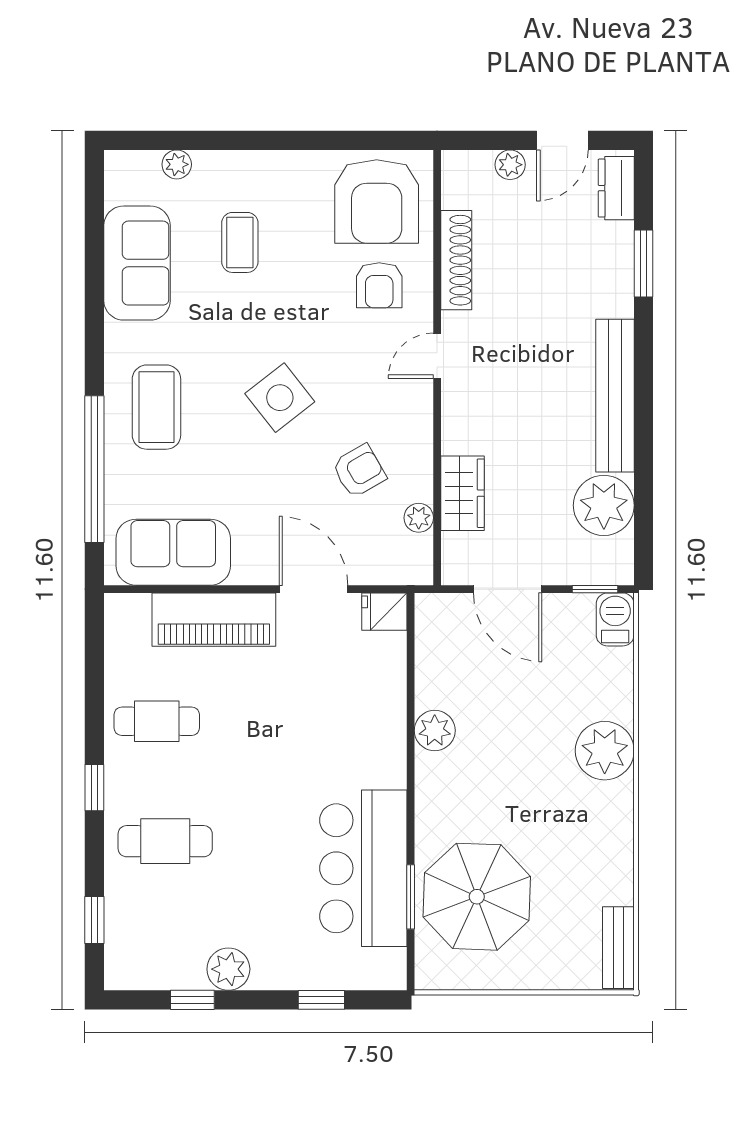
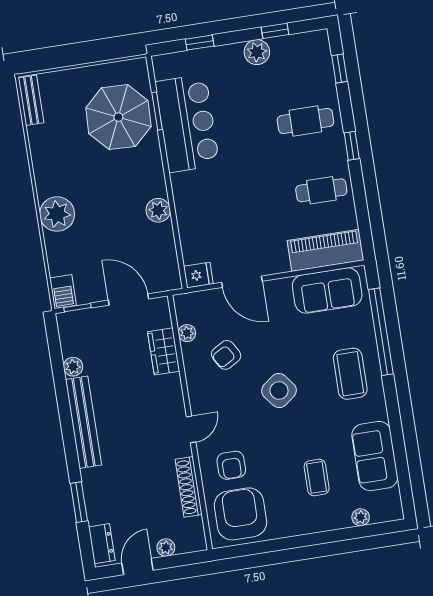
armchair: (379, 285) -> (231, 465), turned 180
plant: (604, 505) -> (73, 367), width x0.53, depth x0.53
piano: (214, 620) -> (325, 250), moved

